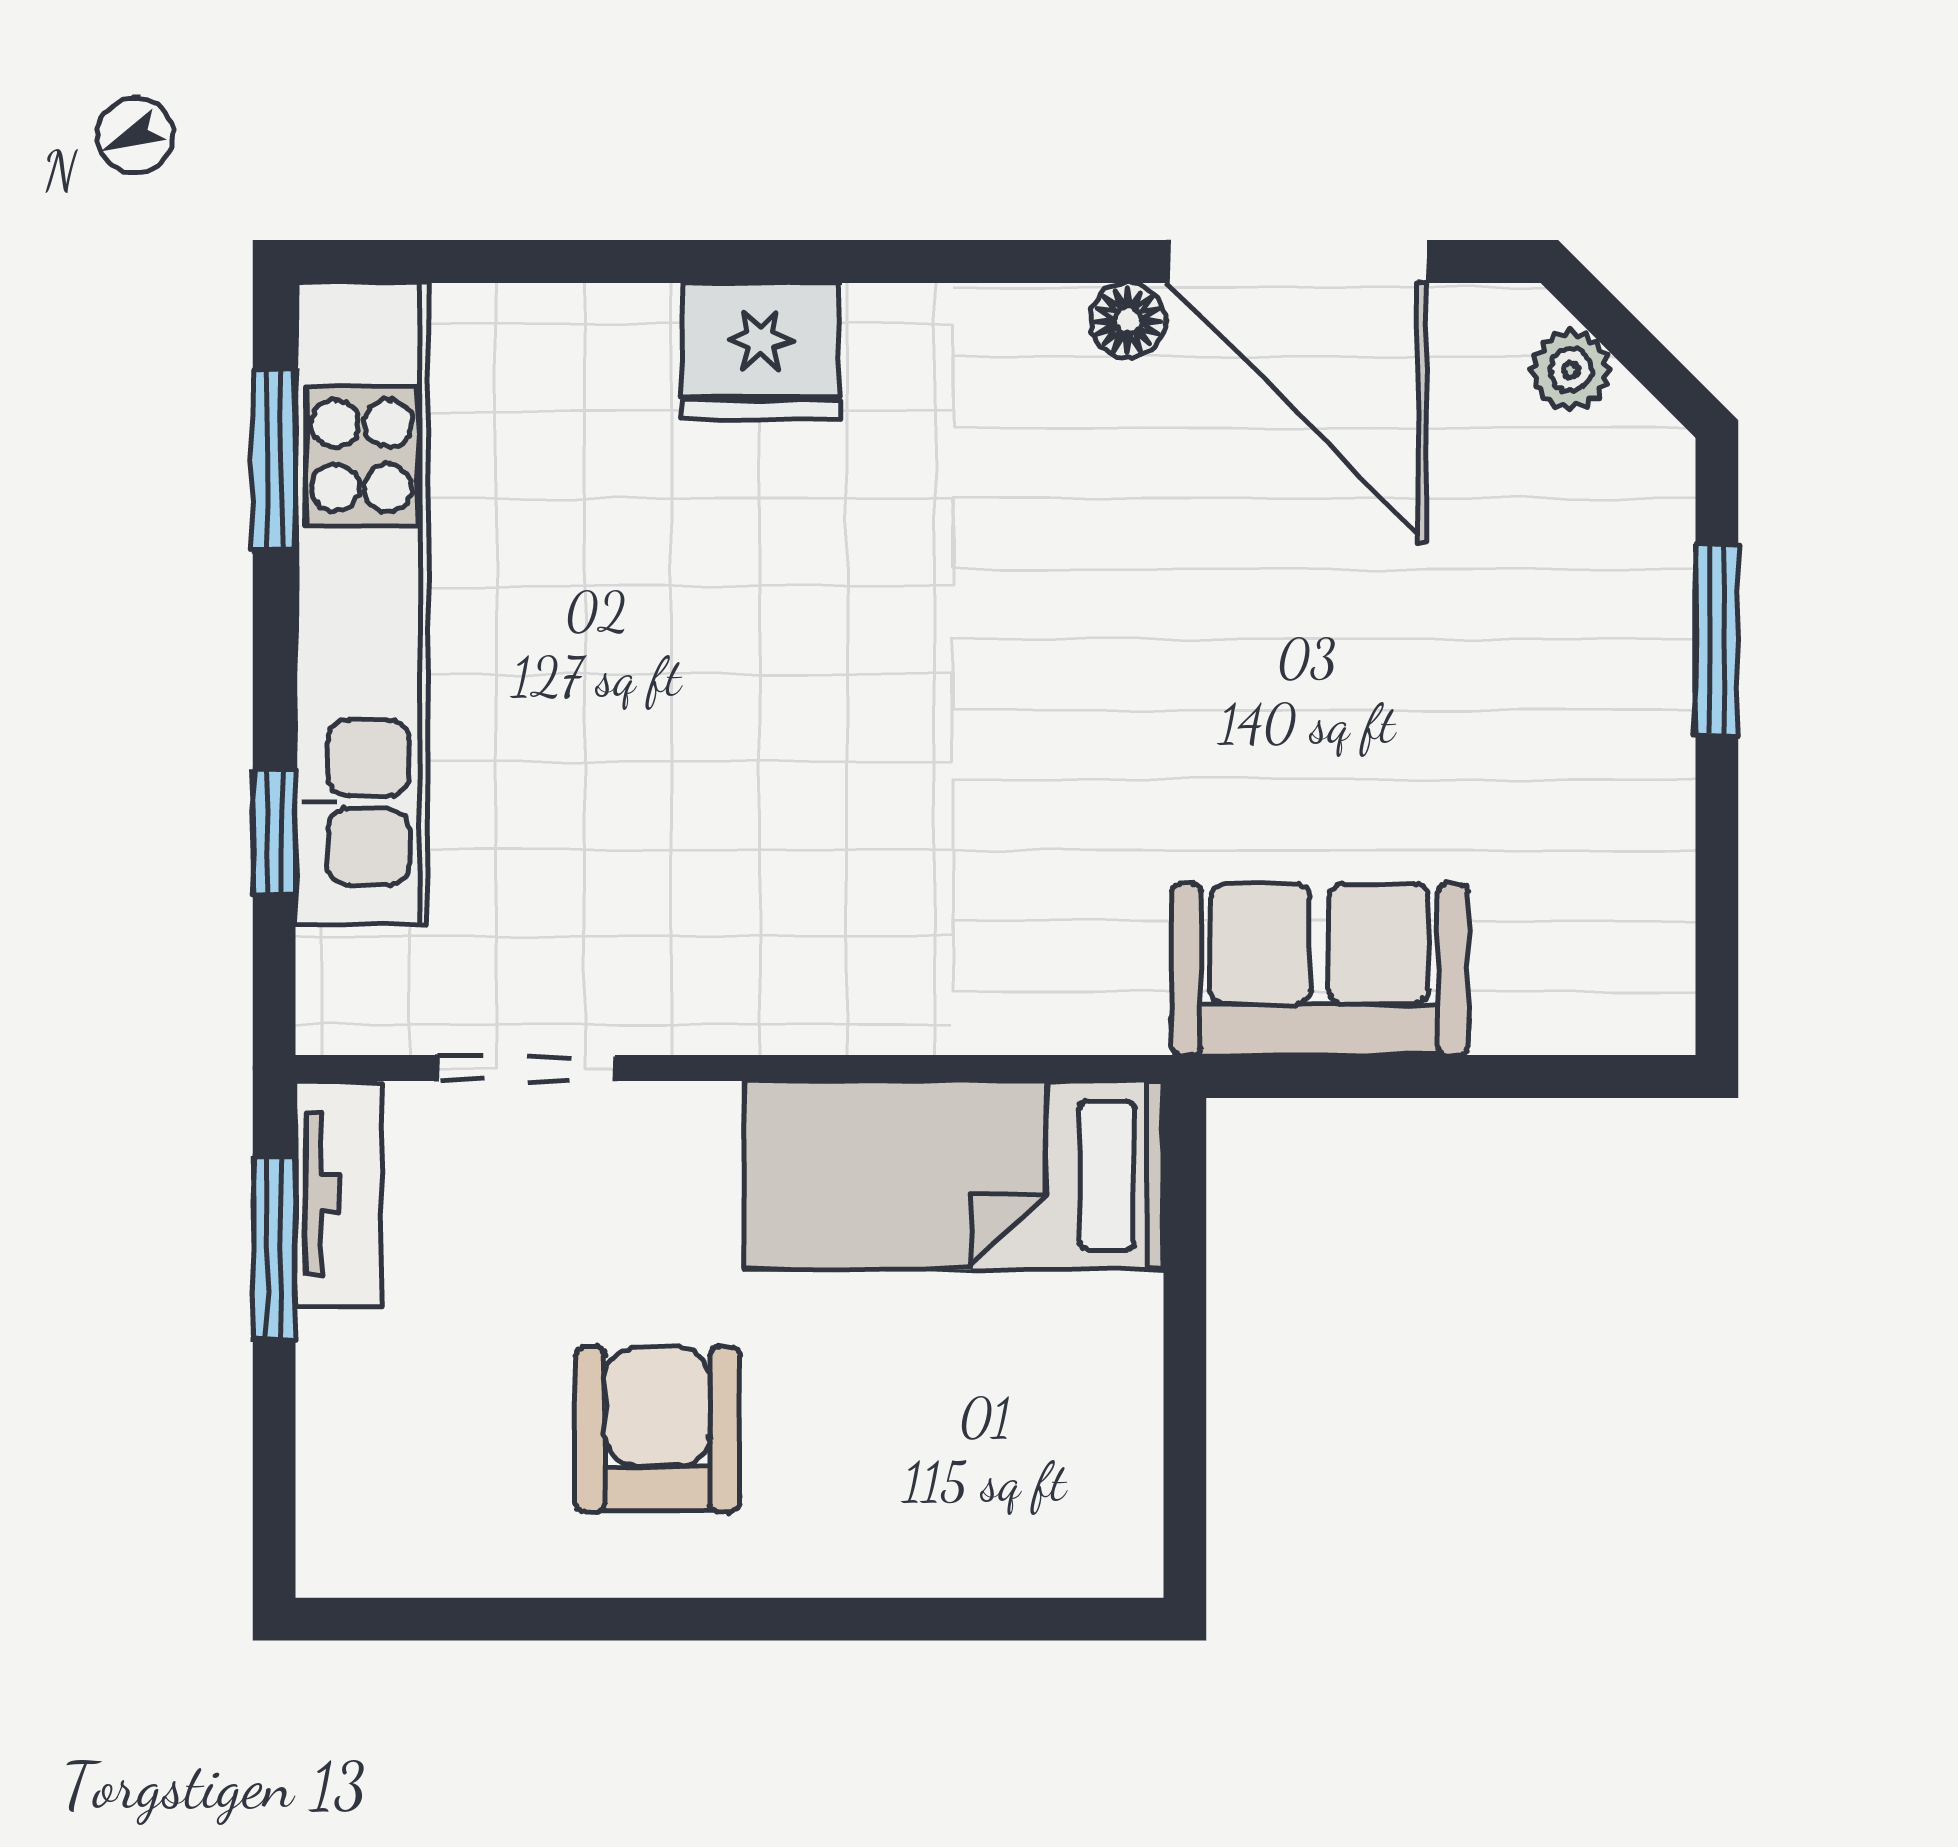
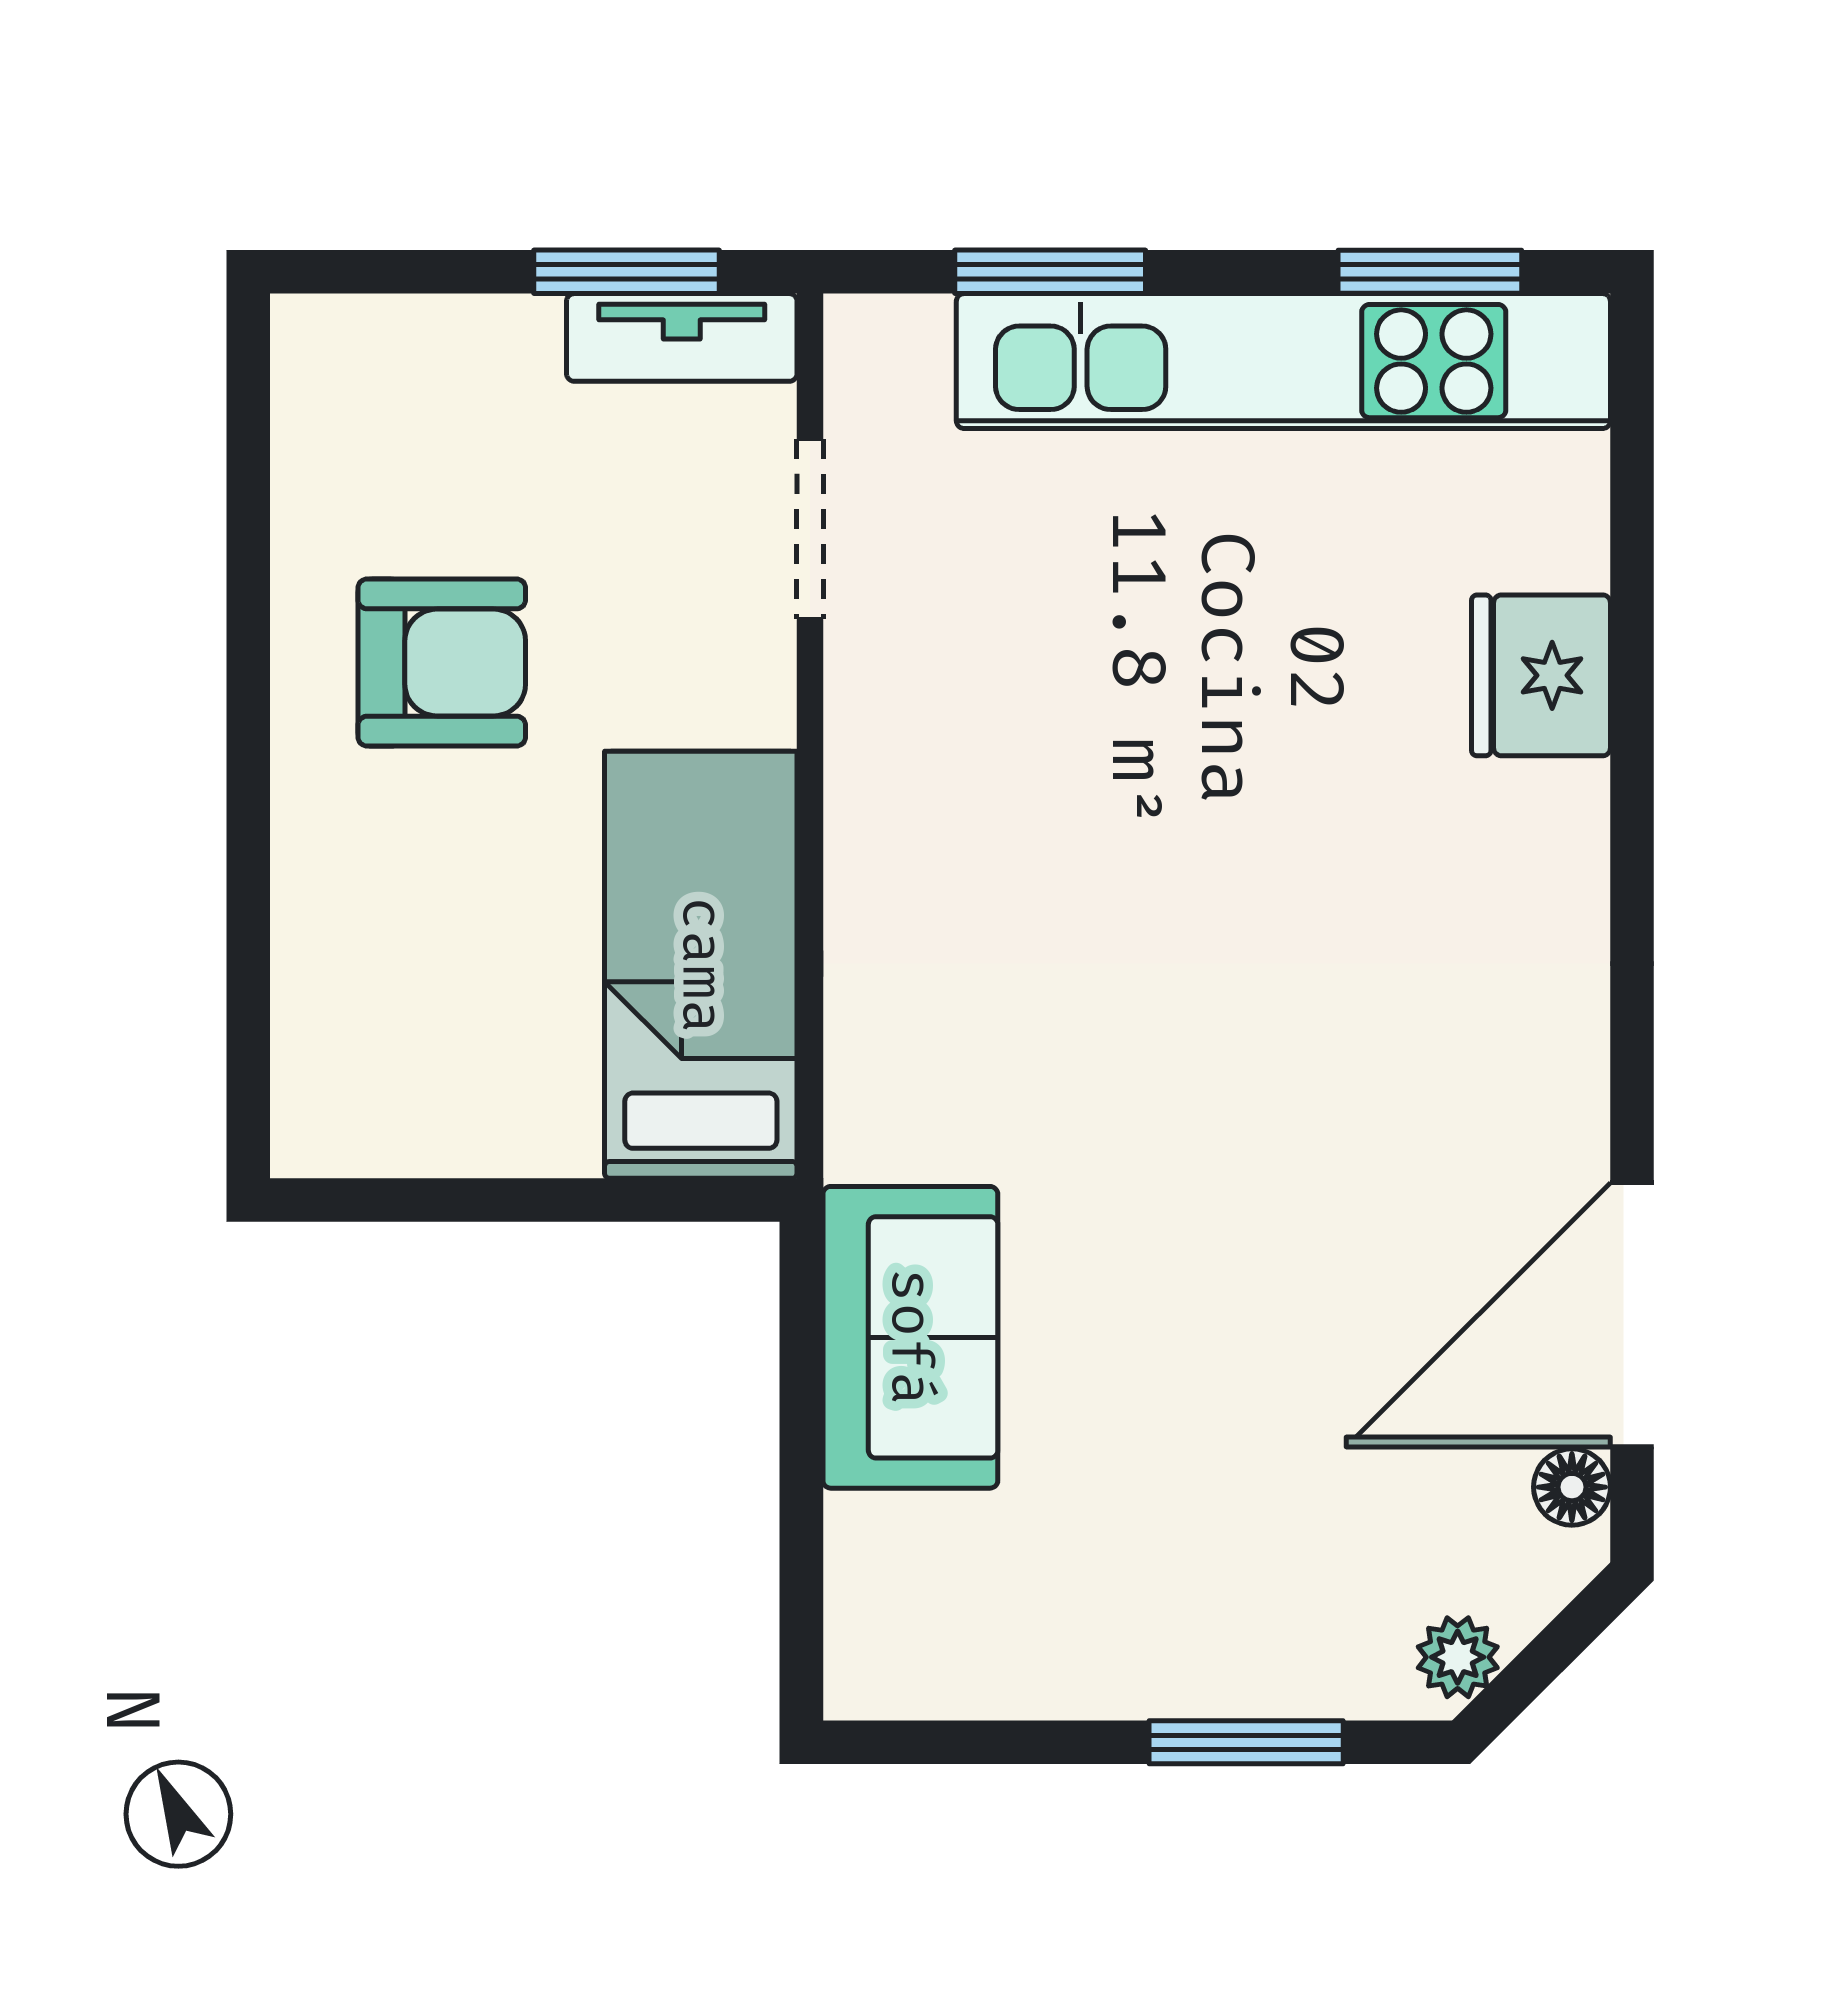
floor lamp: (1128, 320) -> (1572, 1487), moved
fridge: (761, 351) -> (1541, 675), moved
plant: (1571, 370) -> (1458, 1657), moved
window: (274, 832) -> (1050, 272), width x1.50

